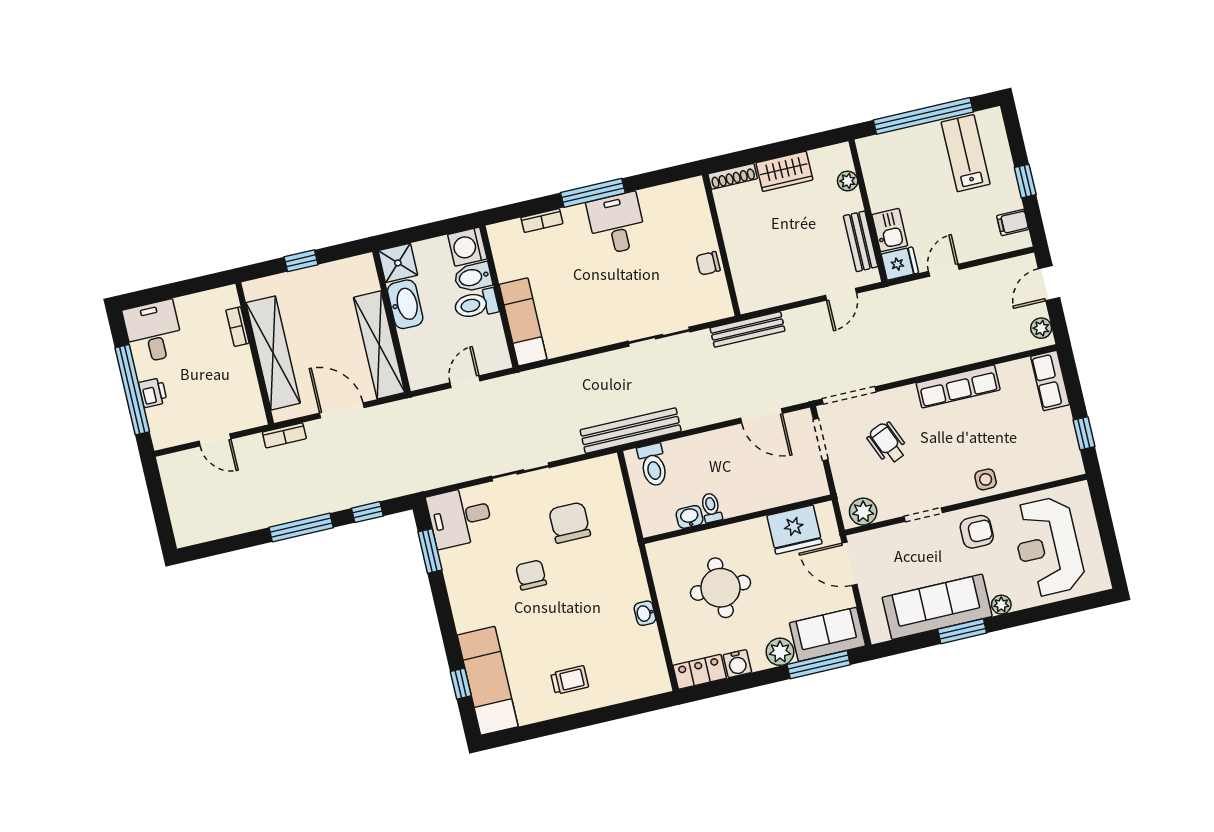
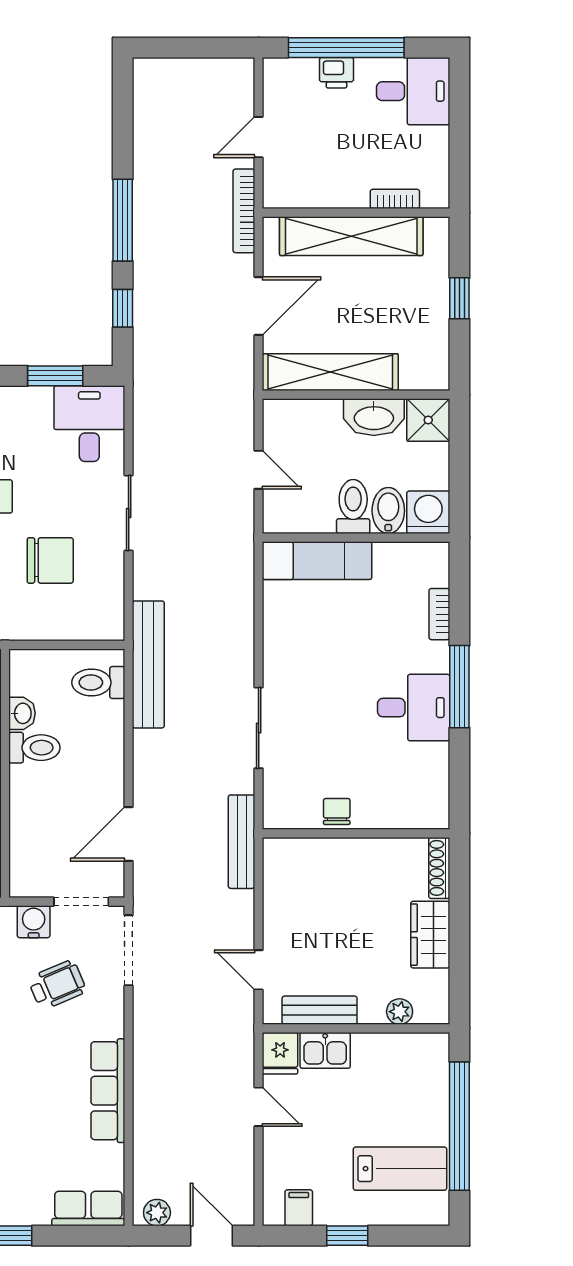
bookcase: (284, 435) -> (244, 211), width x1.56
water cooler: (844, 472) -> (34, 922), added
toilet: (711, 508) -> (34, 748), width x1.37, depth x1.39

